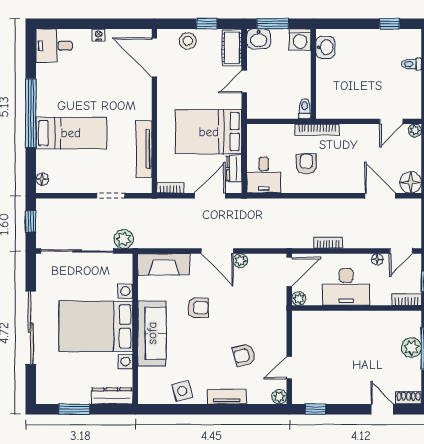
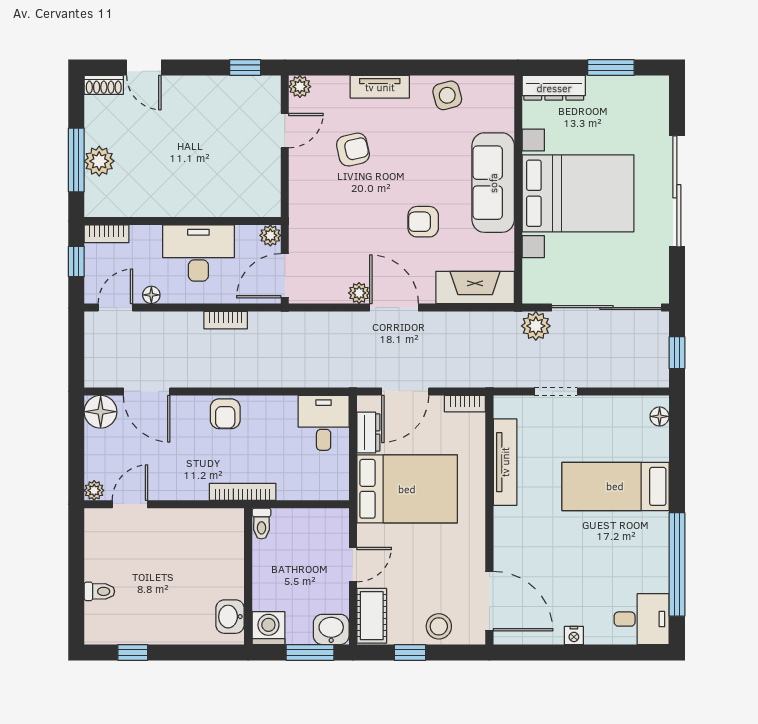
window: (31, 113) -> (677, 564), moved
armchair: (306, 164) -> (225, 414), moved

